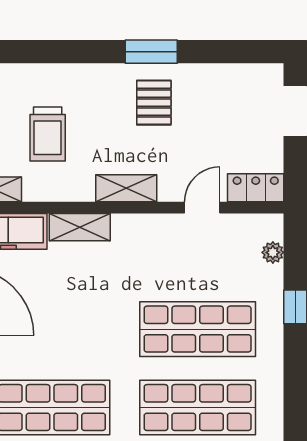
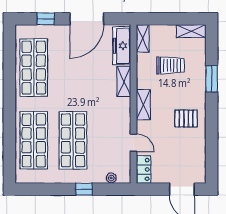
window: (151, 52) -> (212, 79), moved
trolley: (48, 134) -> (170, 65), turned 180

